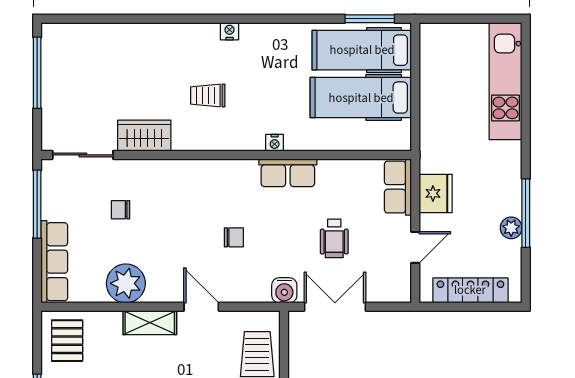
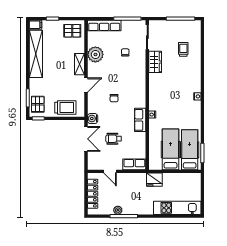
trolley: (208, 95) -> (183, 49), moved
fridge: (436, 193) -> (154, 180), moved

